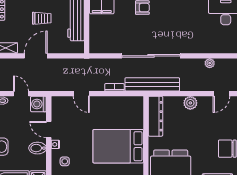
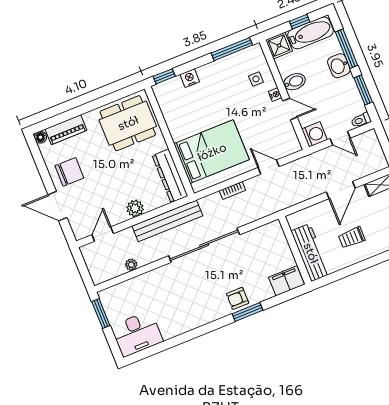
bench: (152, 84) -> (167, 221), moved
bed: (118, 146) -> (212, 152), moved

